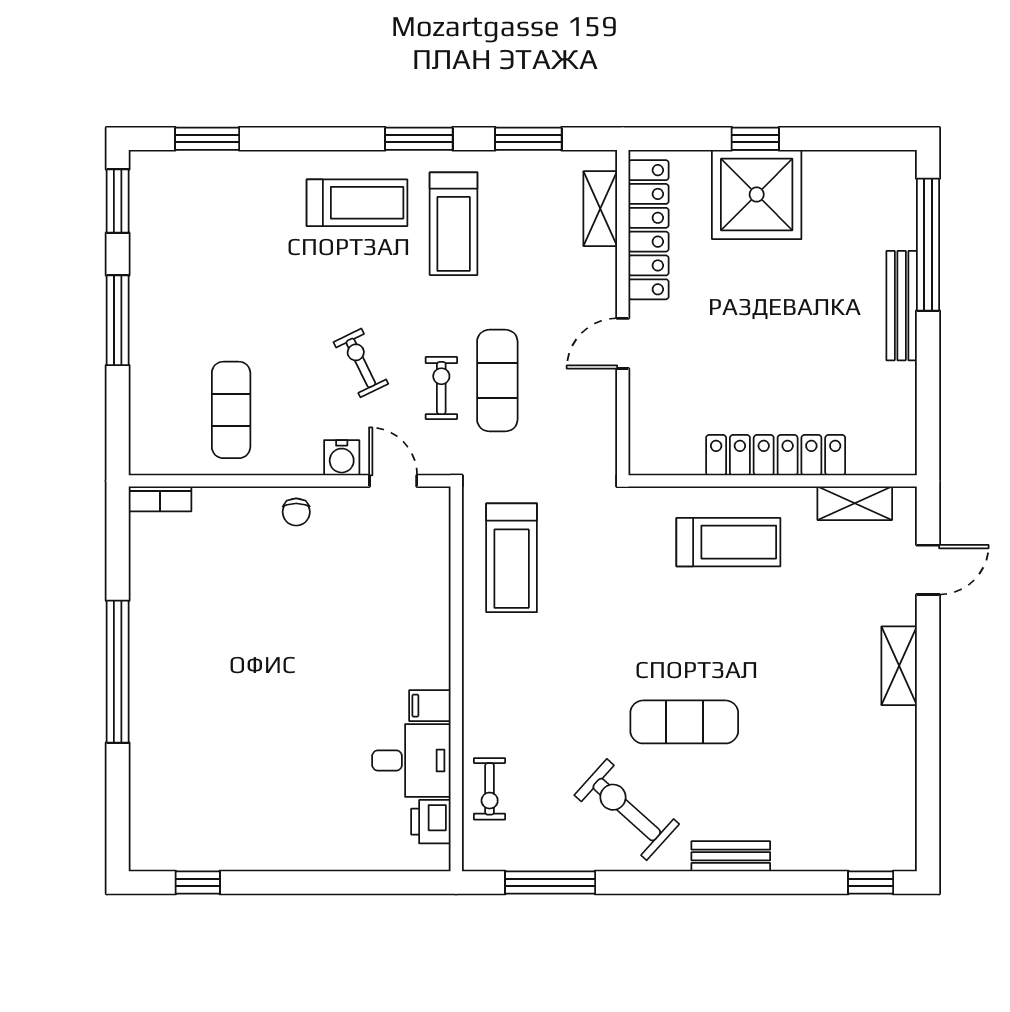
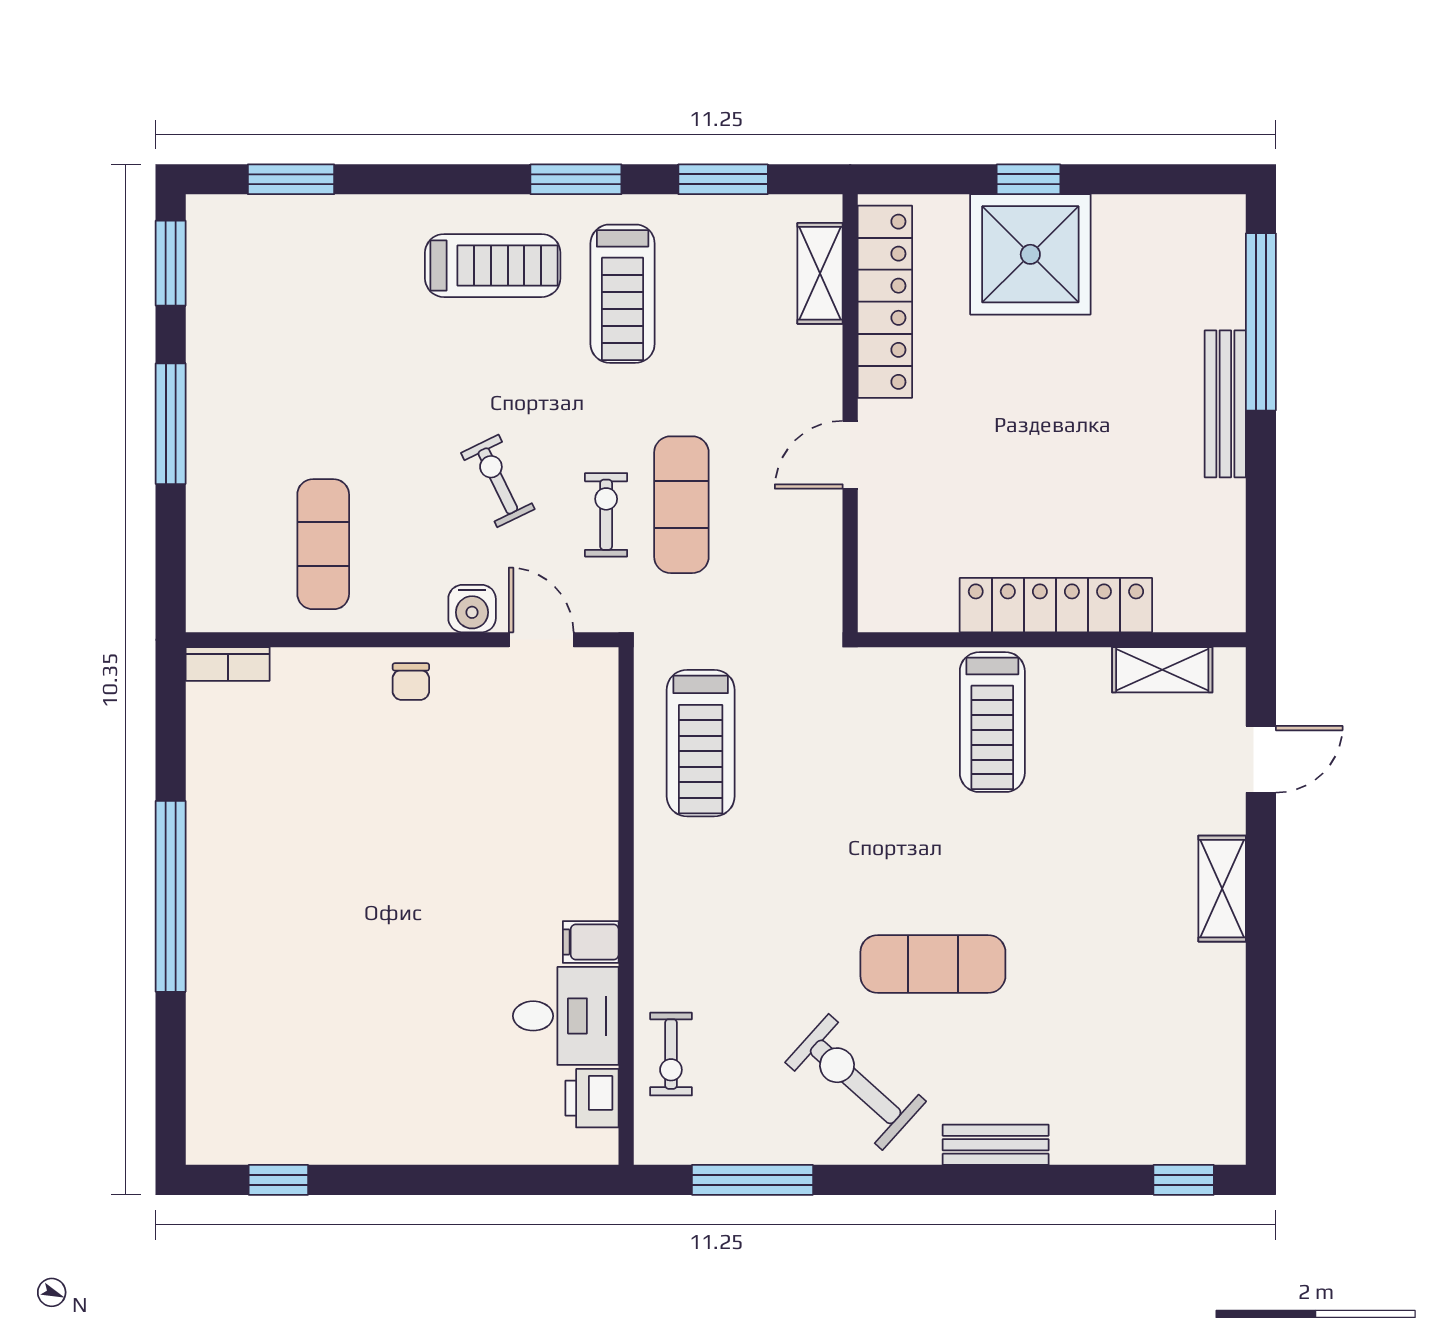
treadmill: (728, 542) -> (992, 722), turned 90

